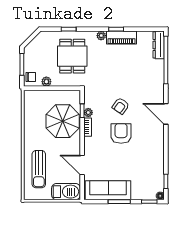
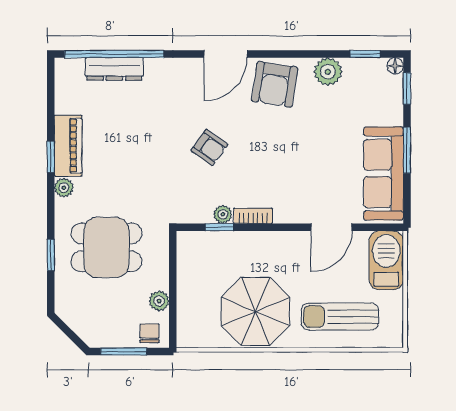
dresser: (159, 45) -> (114, 69), moved
parasol: (63, 121) -> (255, 311), moved
armchair: (121, 133) -> (275, 84), moved, turned -81
plant: (157, 163) -> (328, 72), added
sun lounger: (39, 169) -> (340, 317), turned 180

